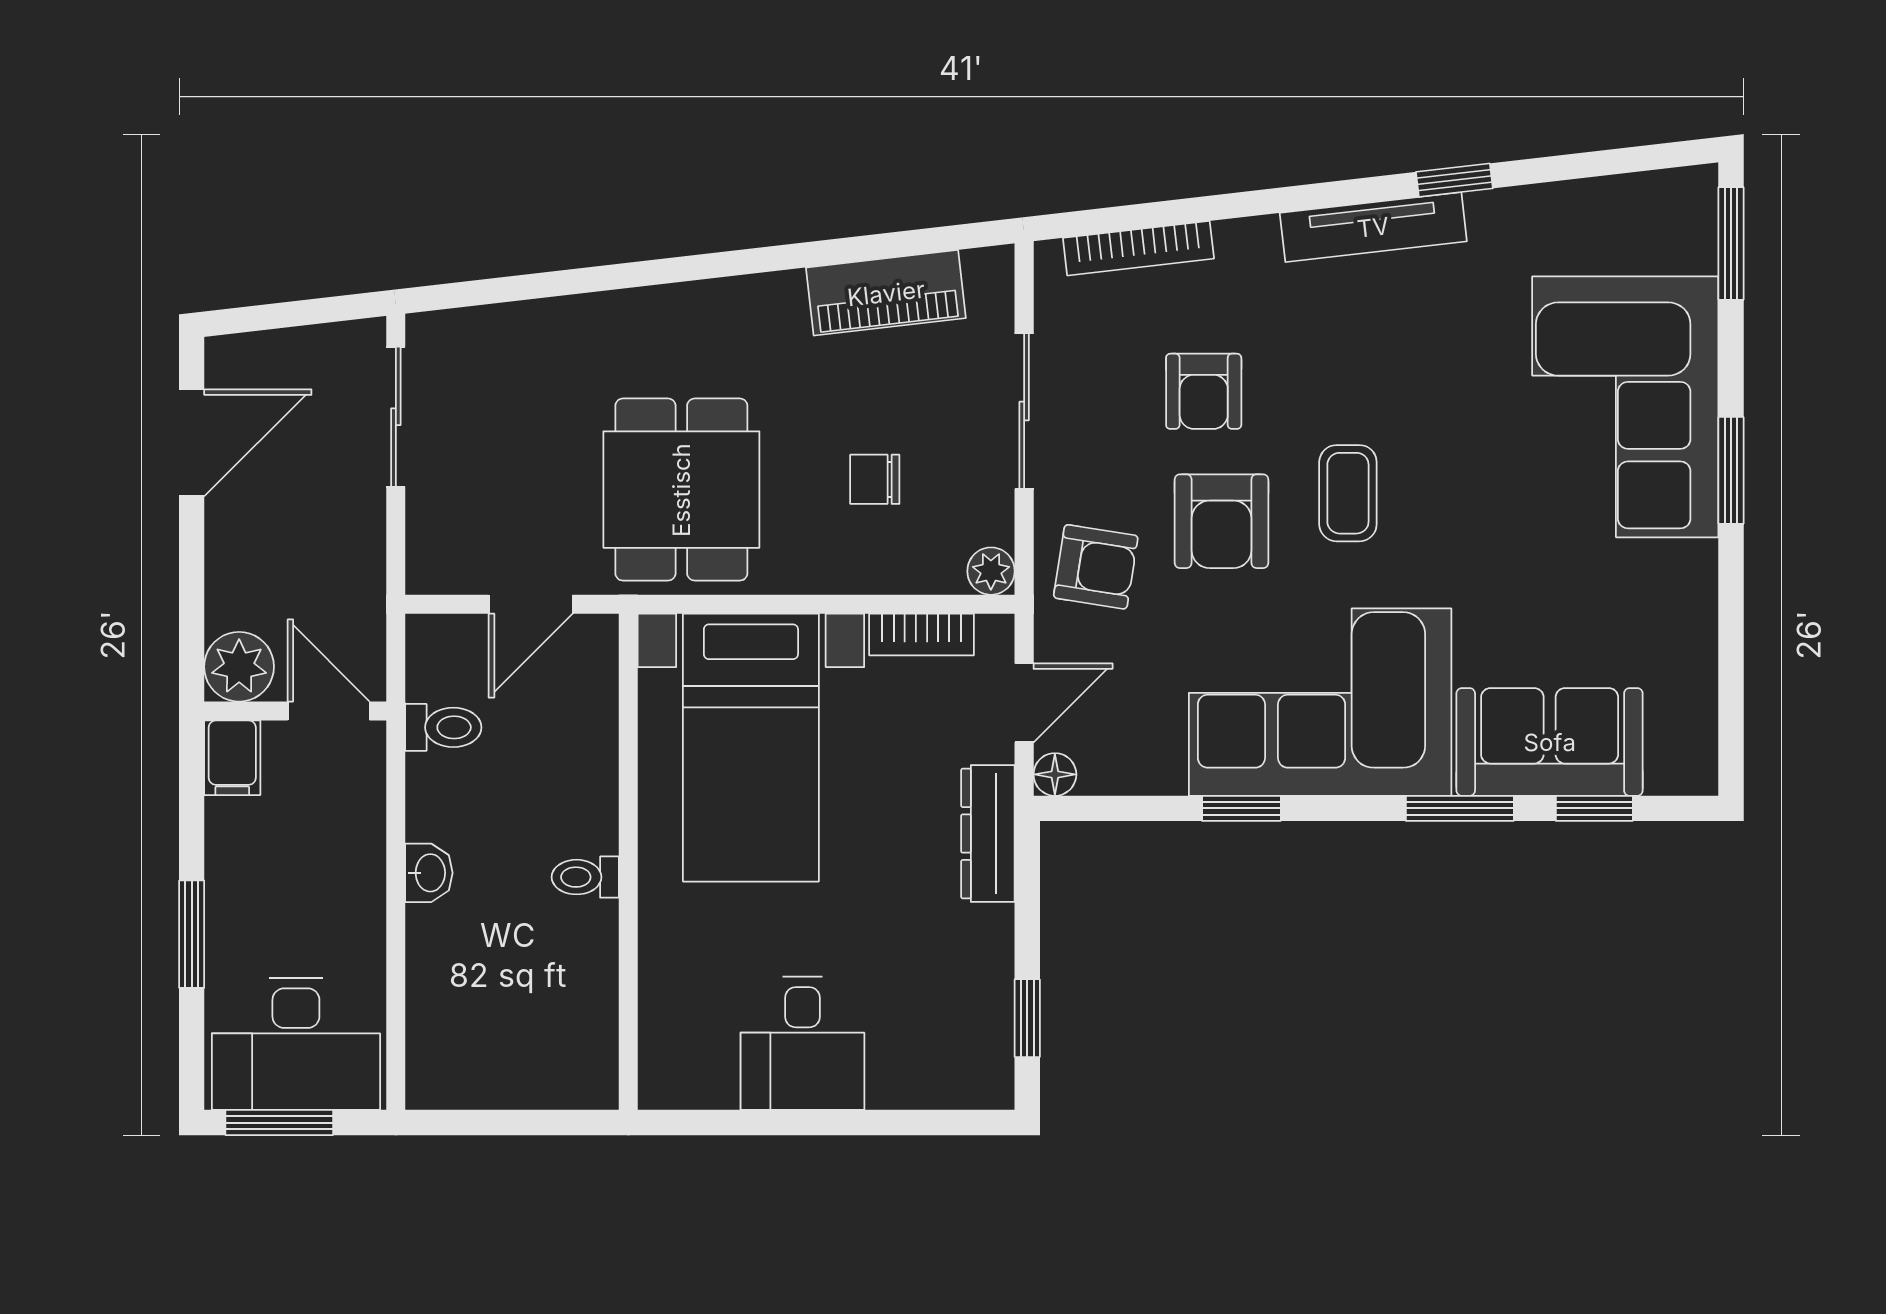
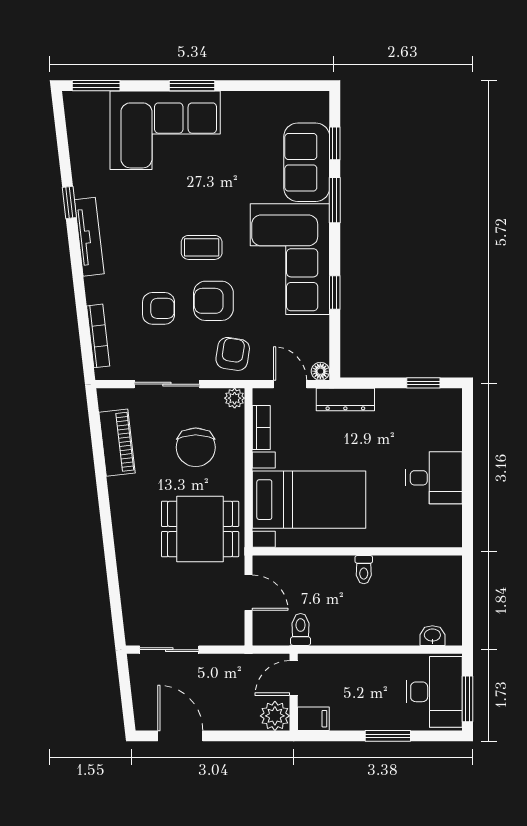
chair: (875, 479) -> (196, 447), width x1.87, depth x1.87
armchair: (1221, 521) -> (213, 301), turned 180
washbasin: (429, 873) -> (432, 636), moved

